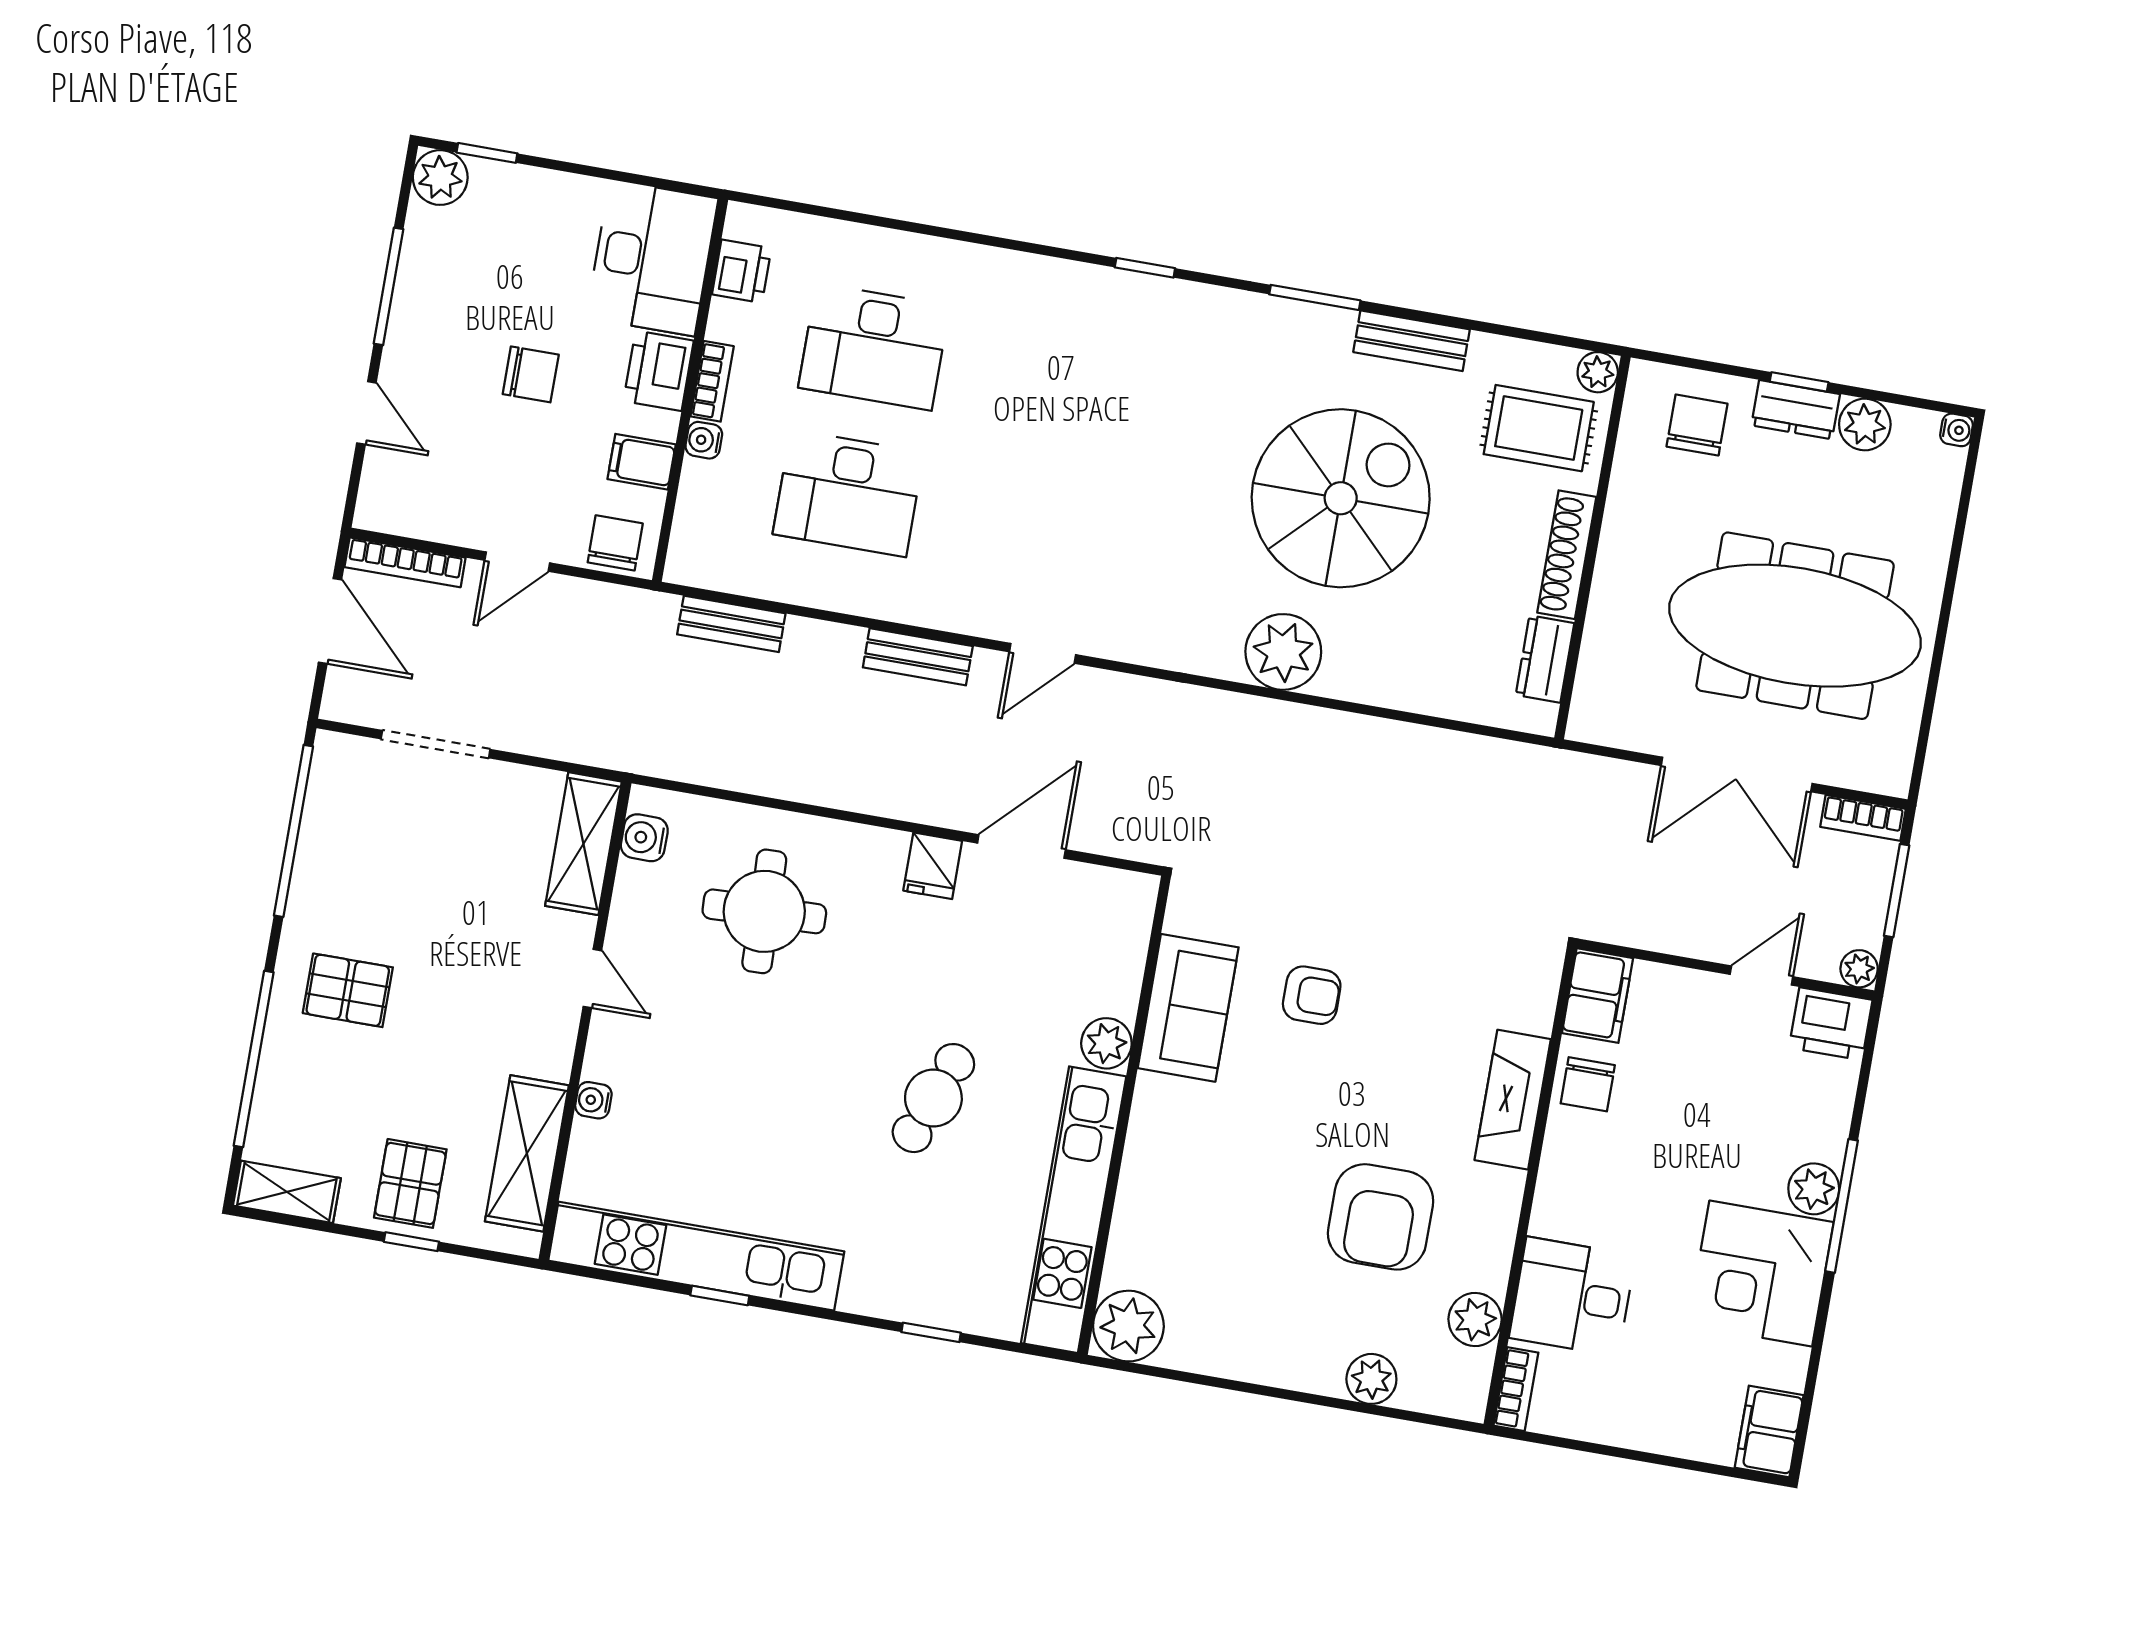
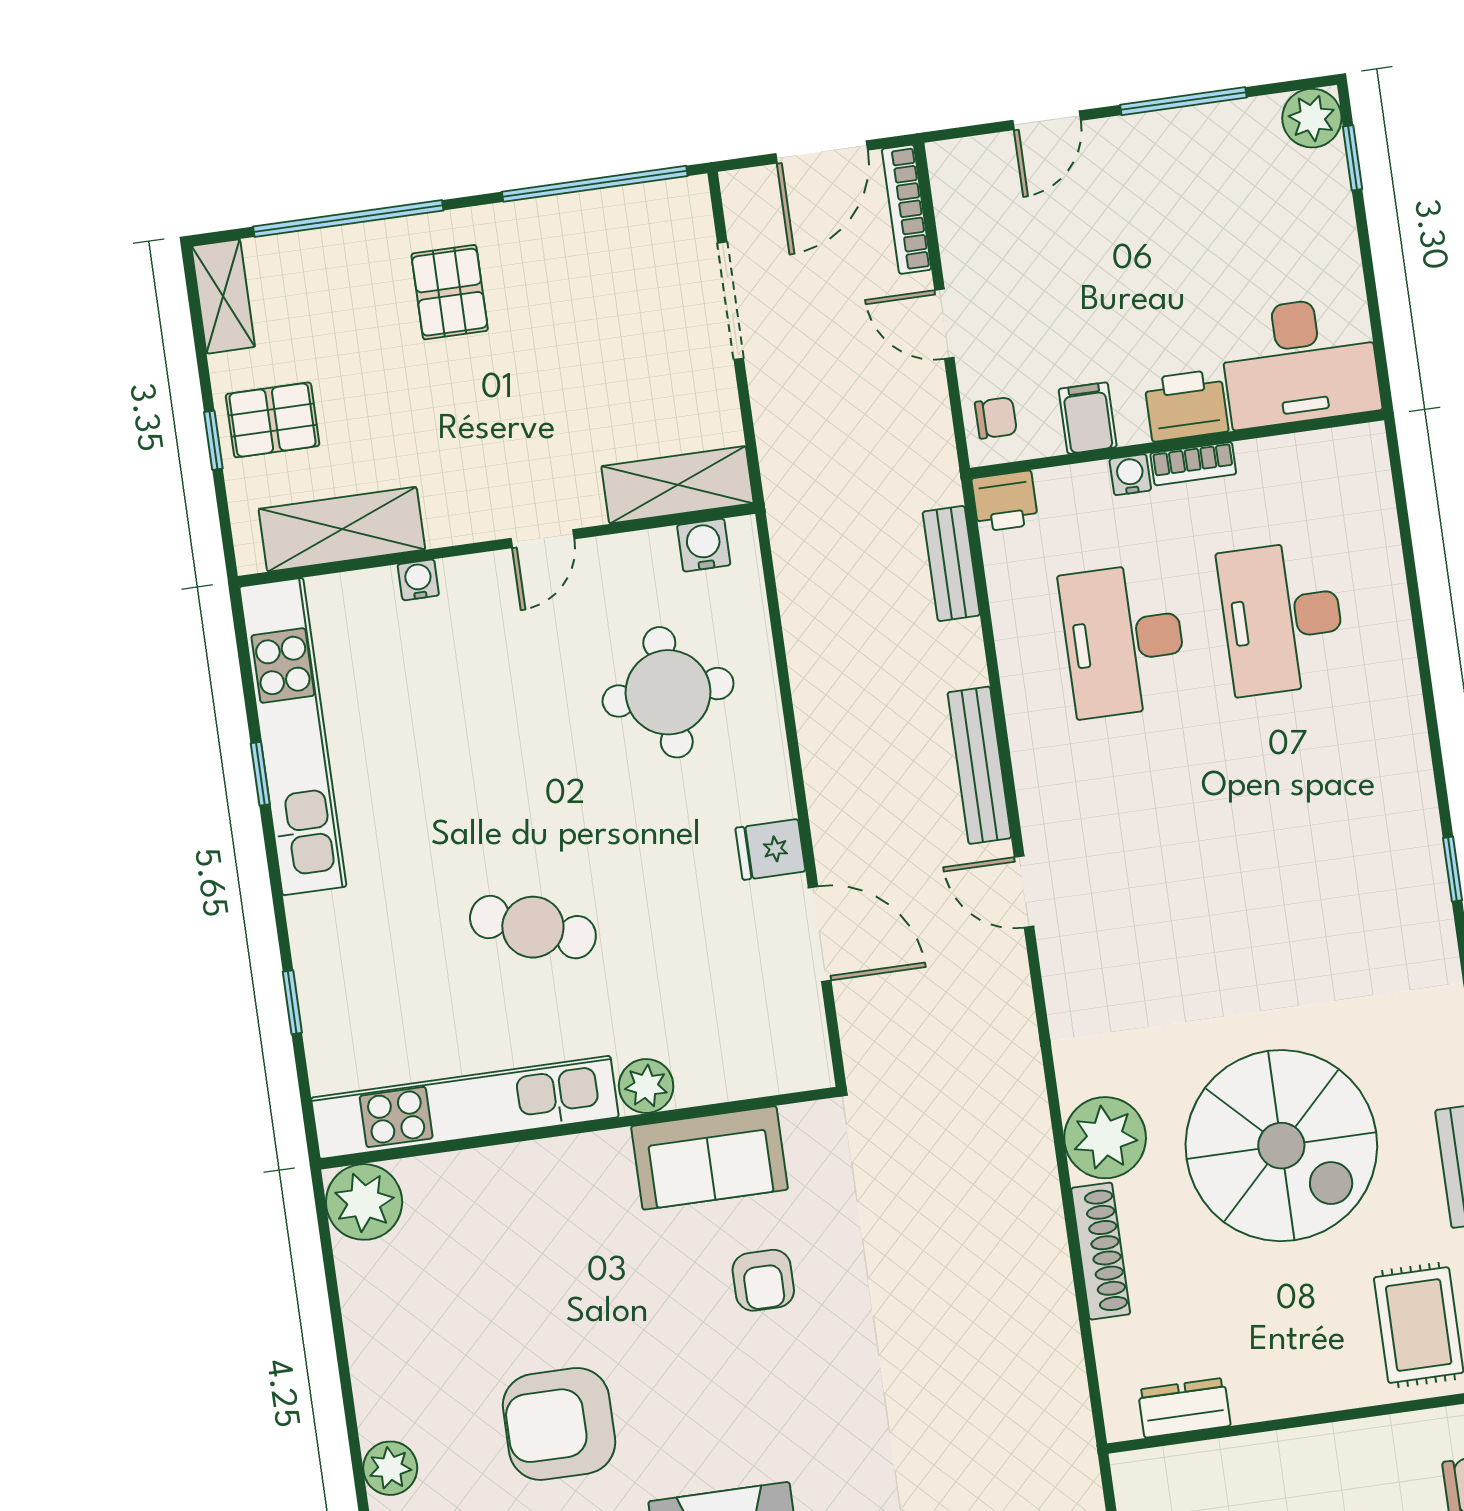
printer: (742, 271) -> (1005, 501), moved
chair: (531, 374) -> (1140, 276), removed
chair: (615, 543) -> (996, 418), width x0.73, depth x0.73
shoe rack: (1567, 555) -> (1101, 1251), moved, turned 90
bench: (918, 657) -> (979, 765), width x1.36

